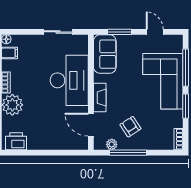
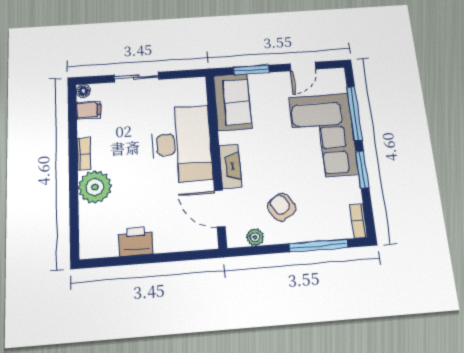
sliding door: (58, 32) -> (136, 77), moved
door: (155, 32) -> (303, 67), swing flipped
printer: (16, 141) -> (136, 241), moved
window: (128, 153) -> (318, 246), moved

